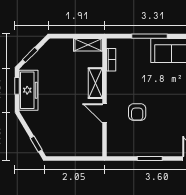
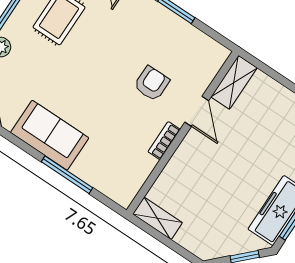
bookcase: (111, 60) -> (164, 141), moved
shelving: (95, 83) -> (234, 82), moved

